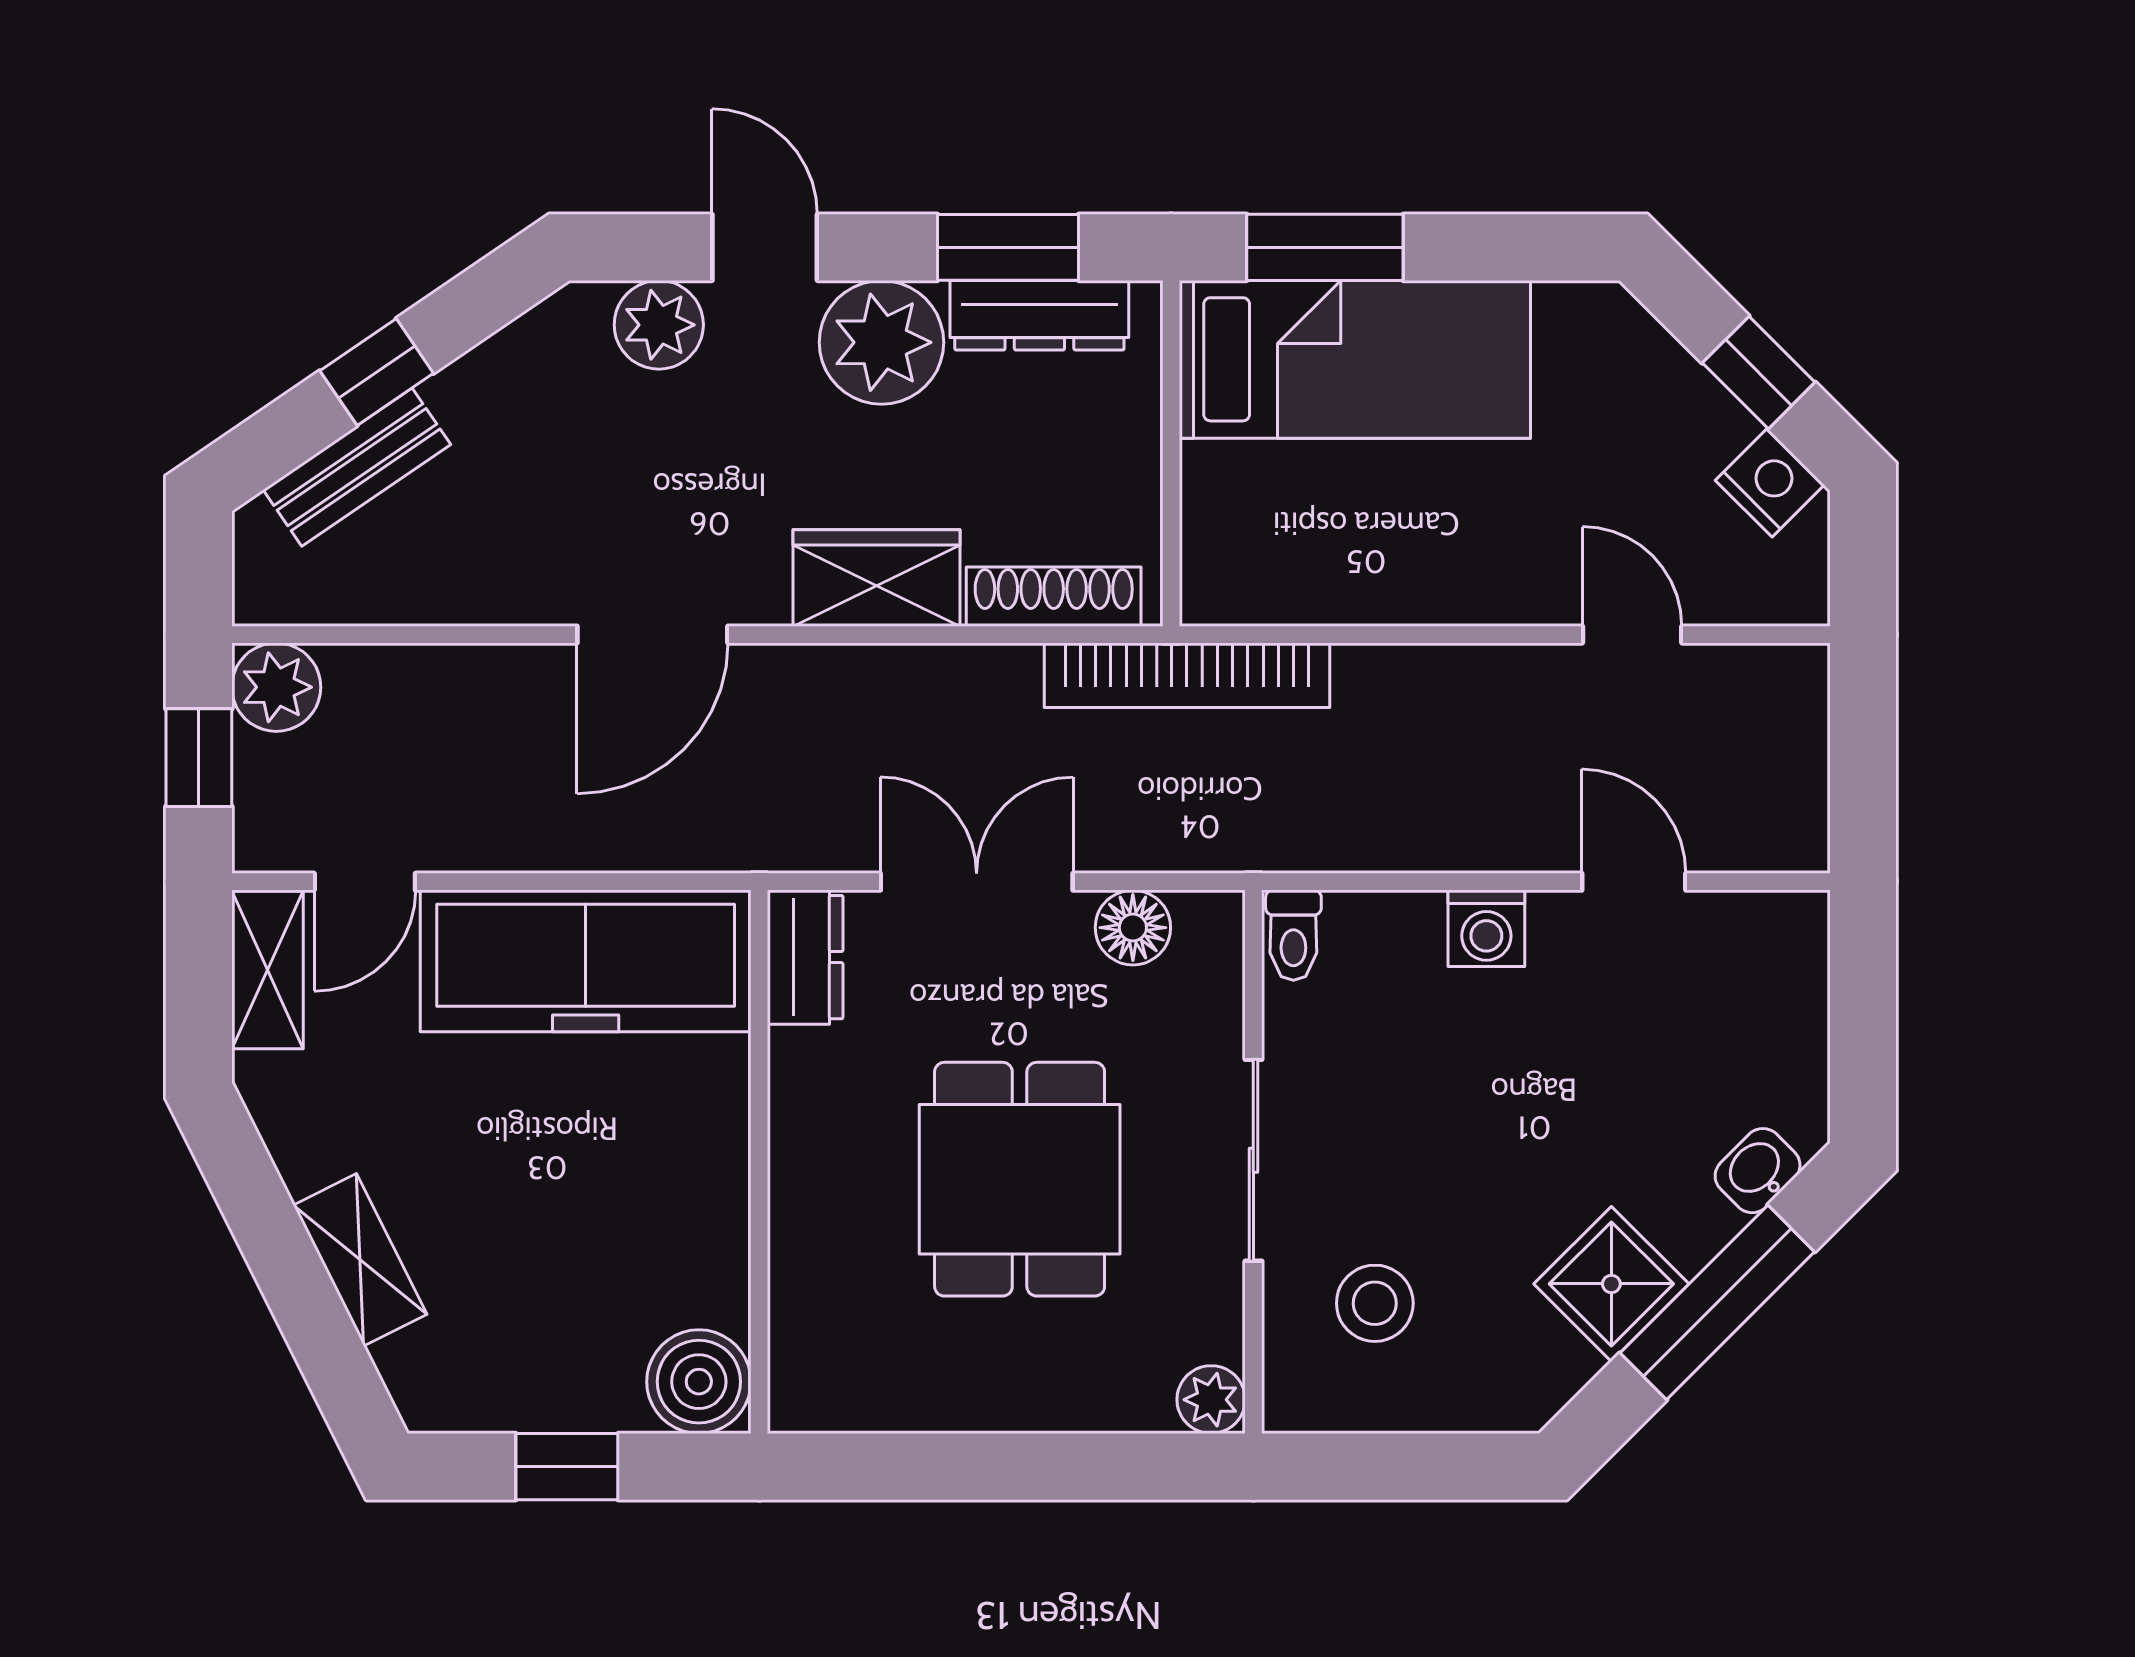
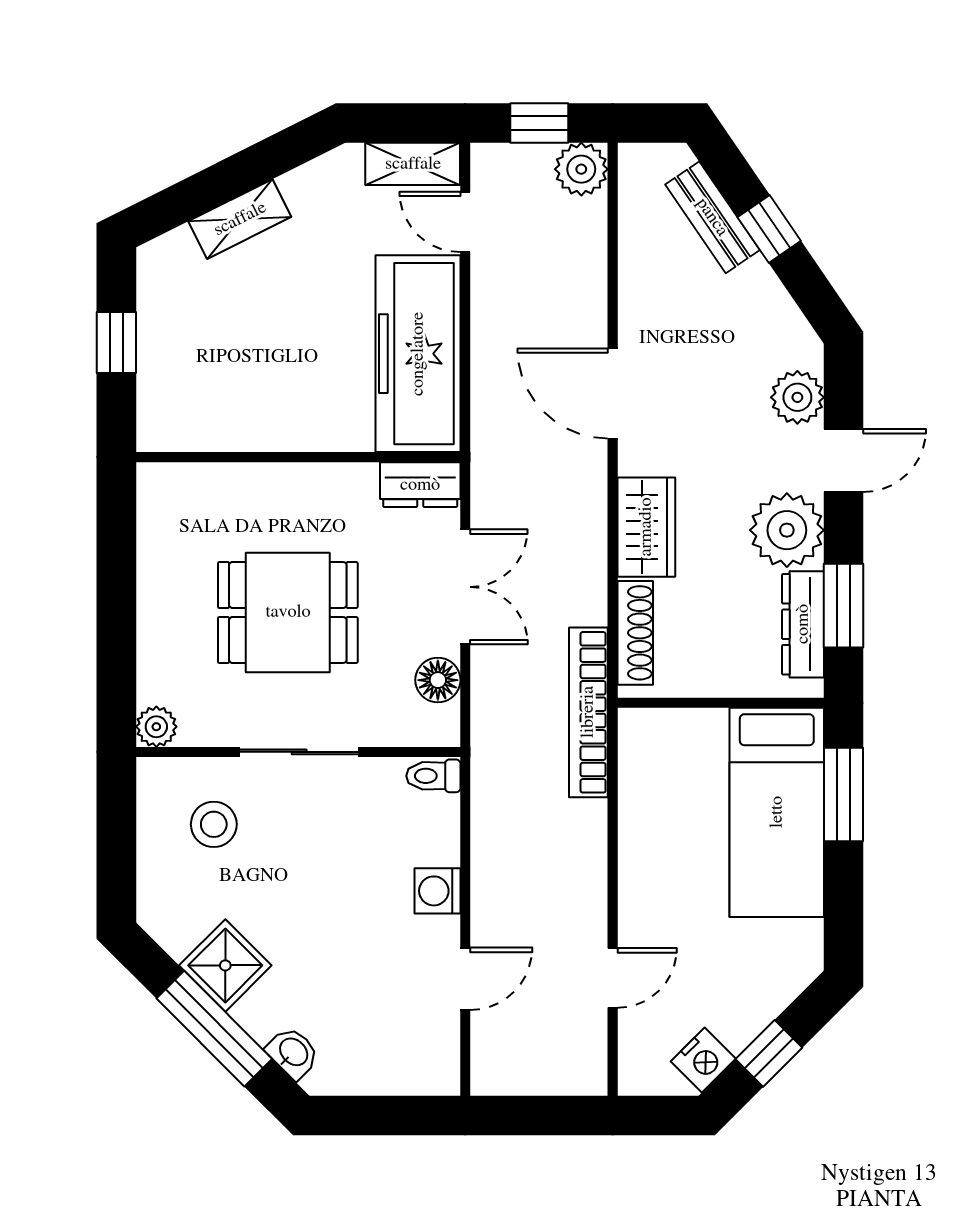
boiler: (699, 1382) -> (167, 421), removed

